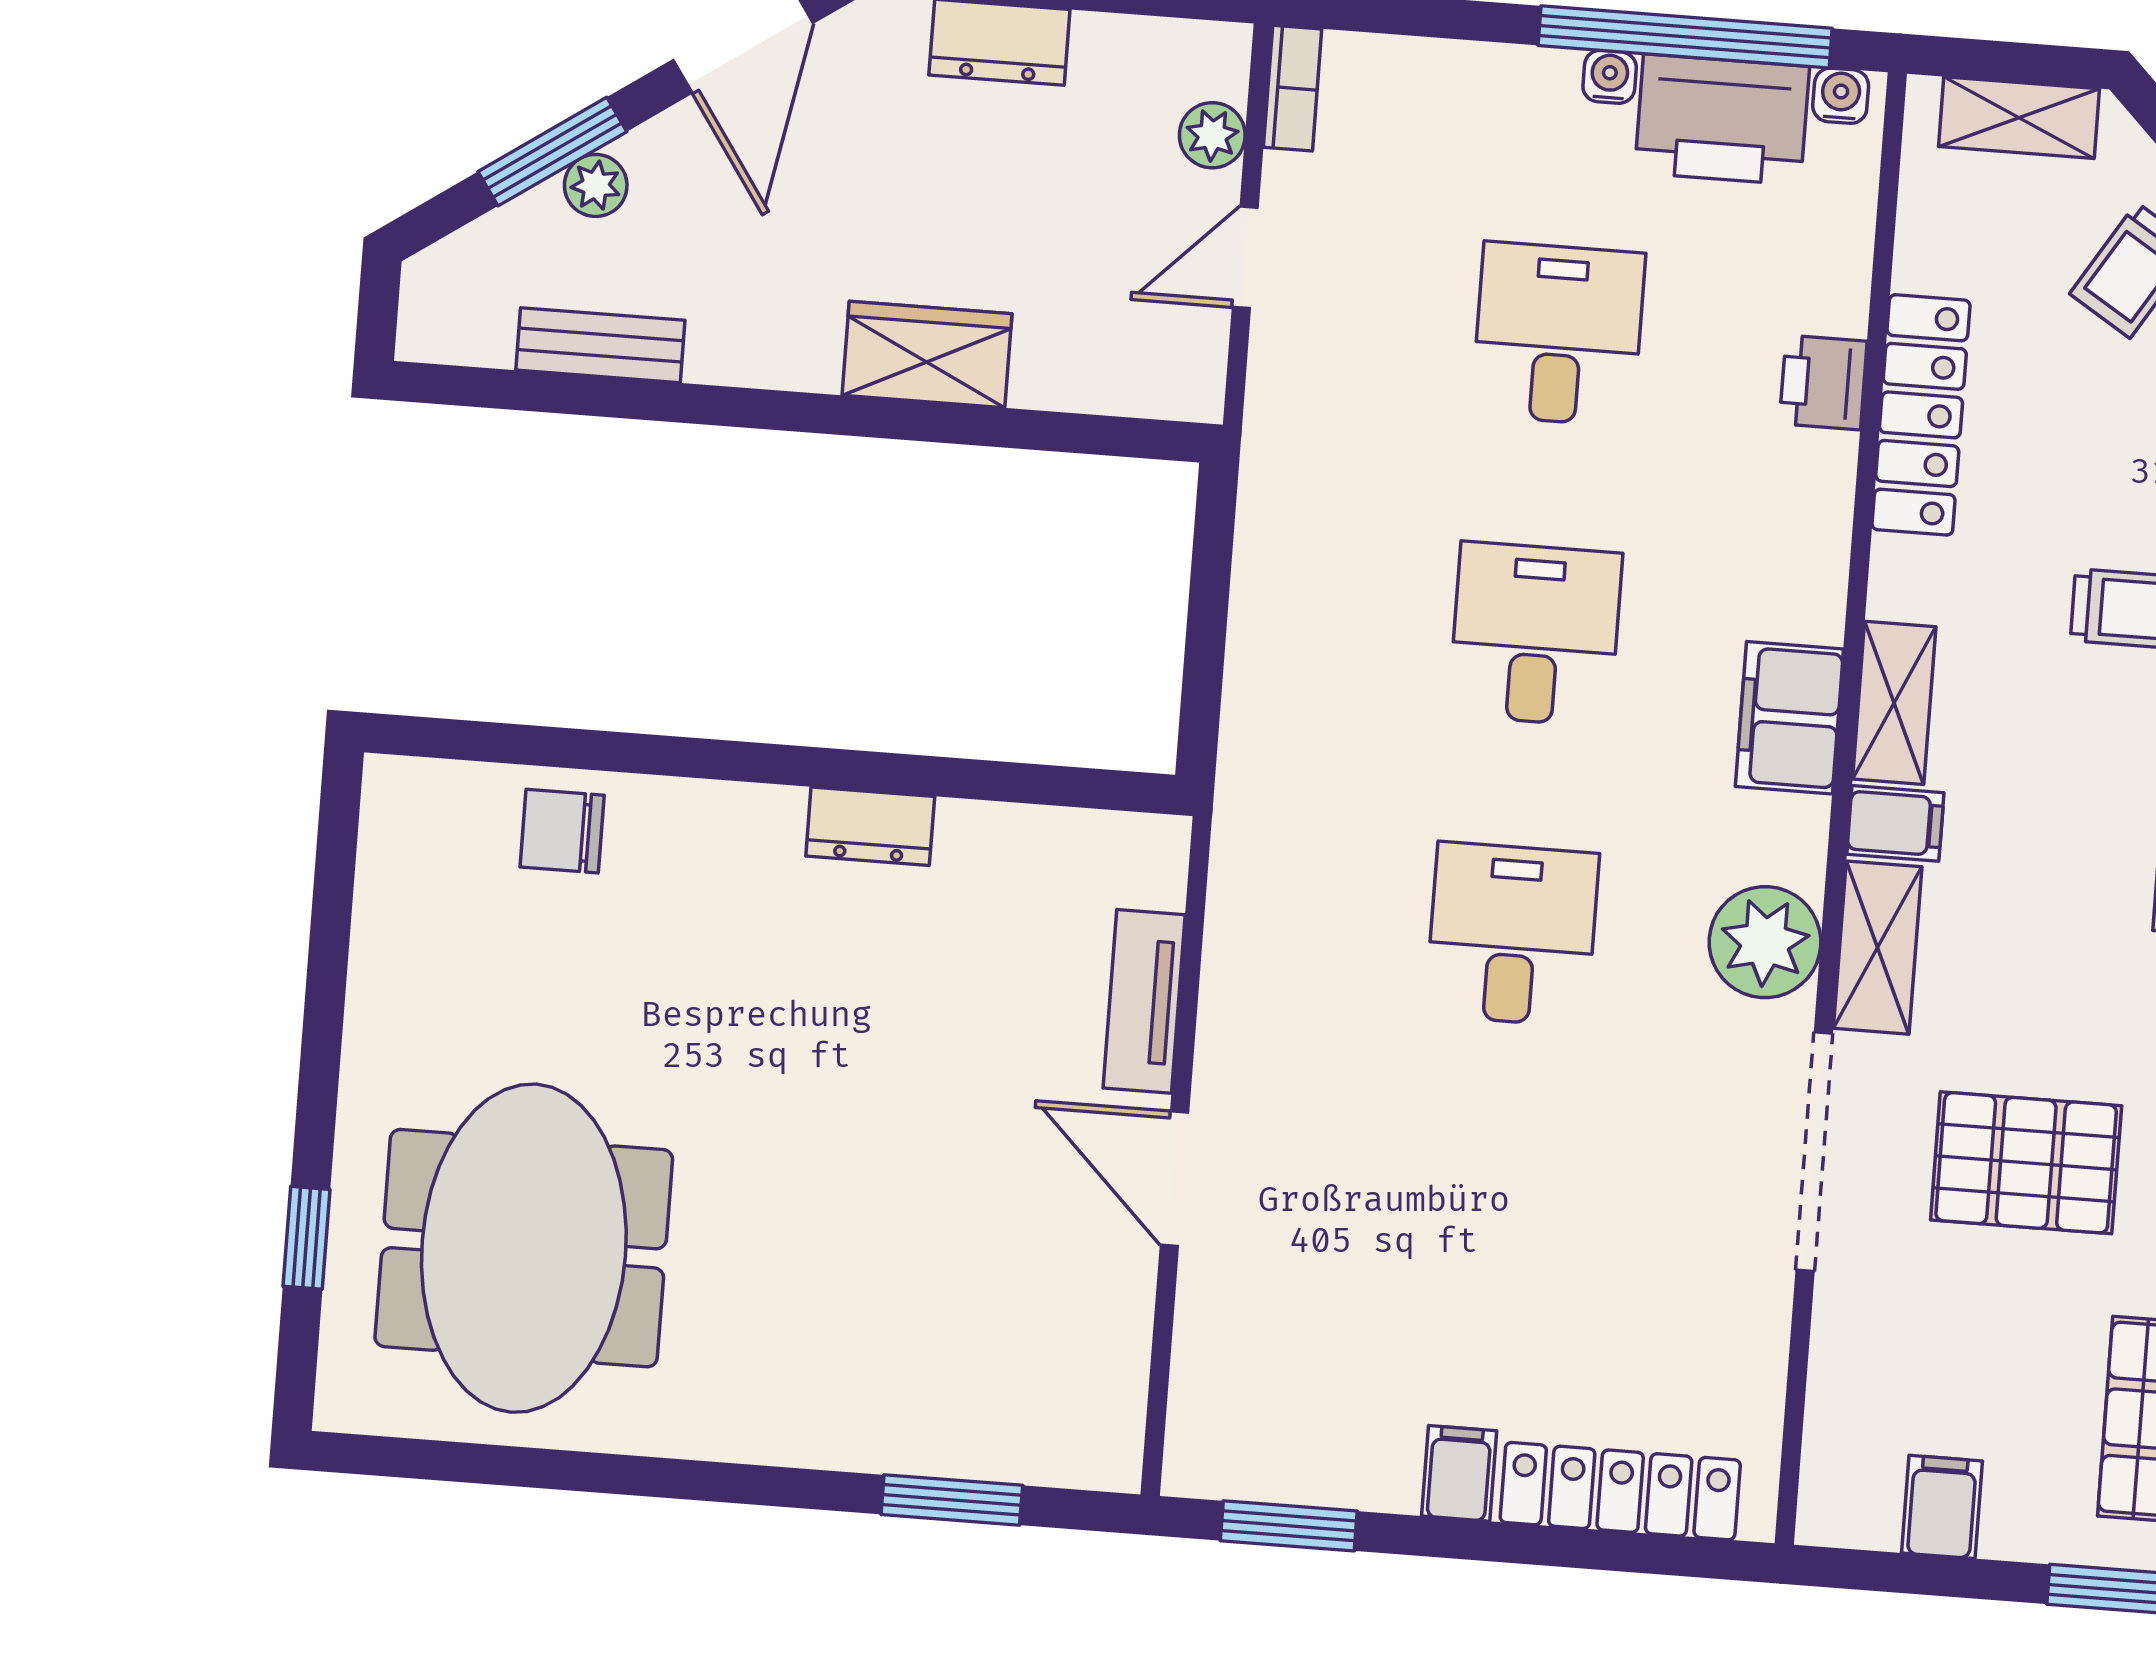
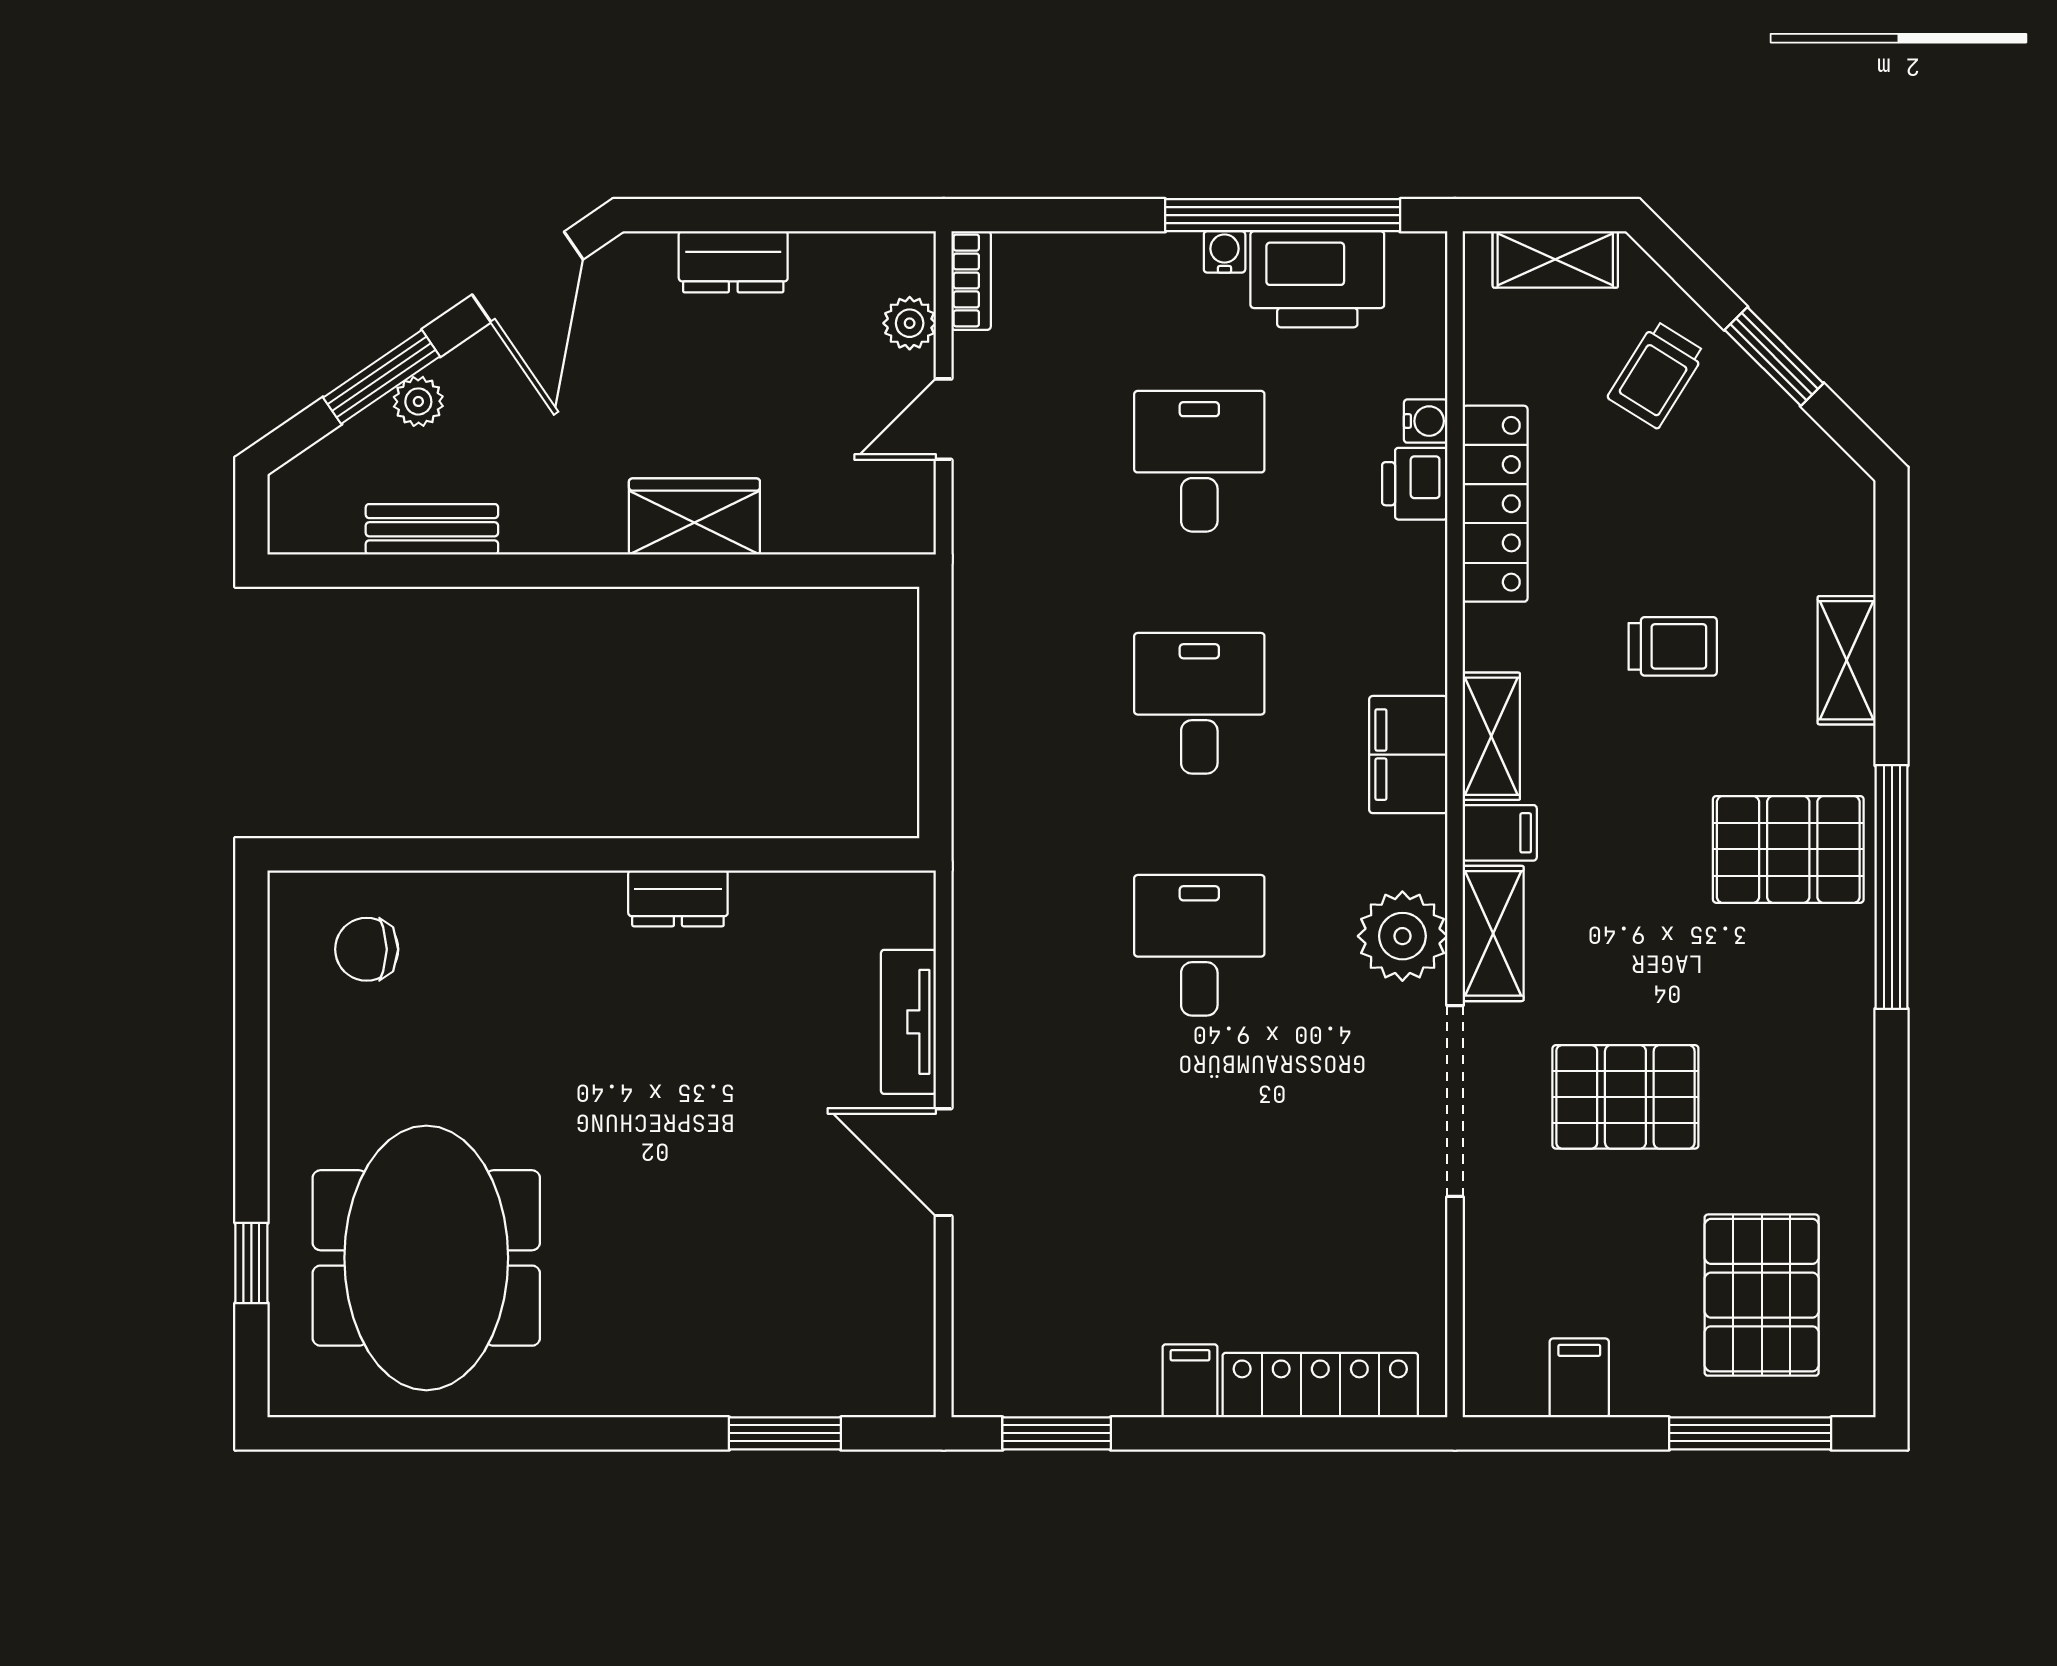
water cooler: (1841, 96) -> (1426, 421), moved, turned 90
chair: (562, 831) -> (367, 949), moved

